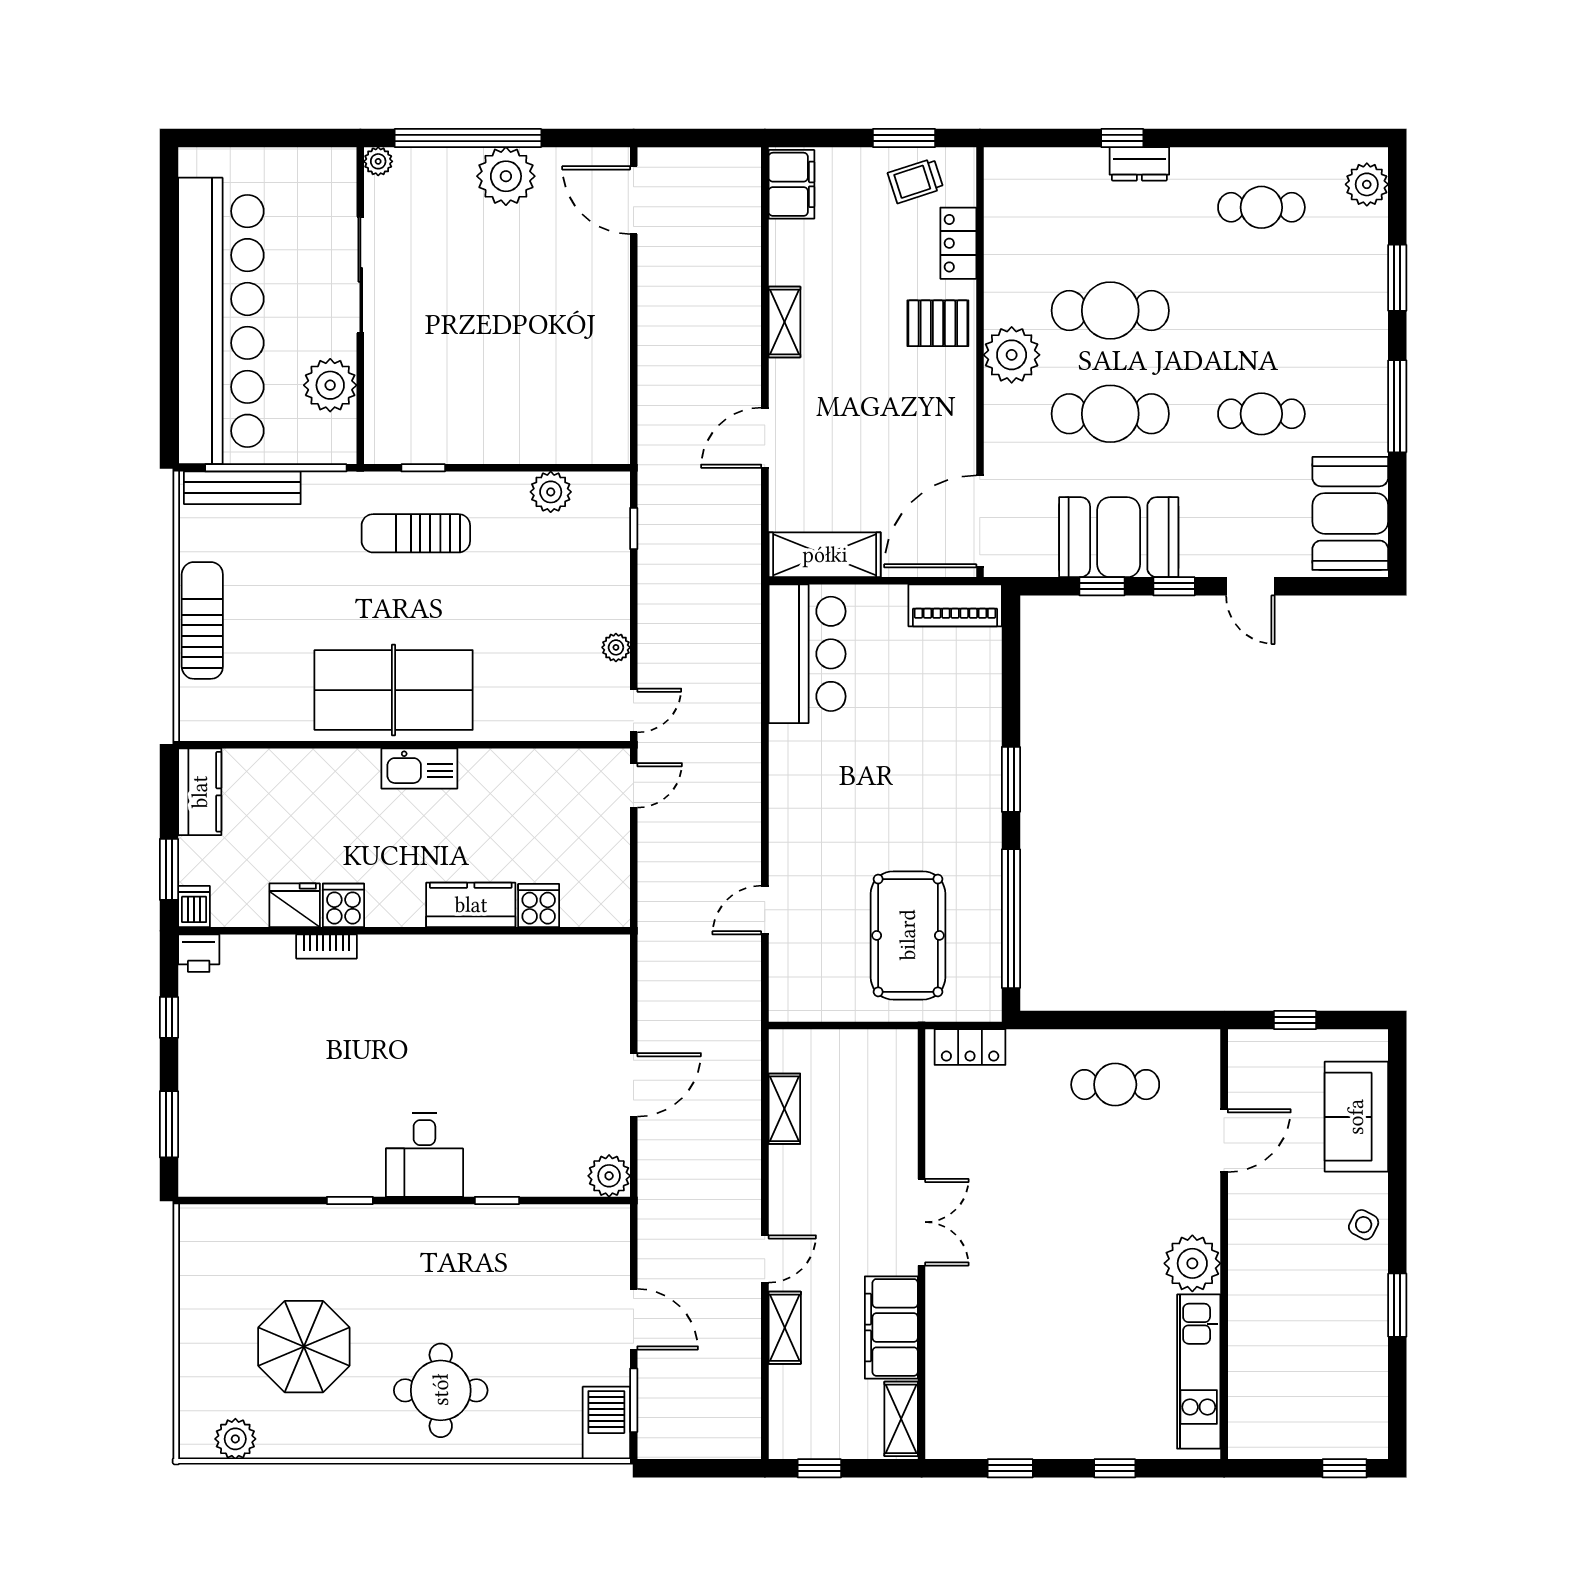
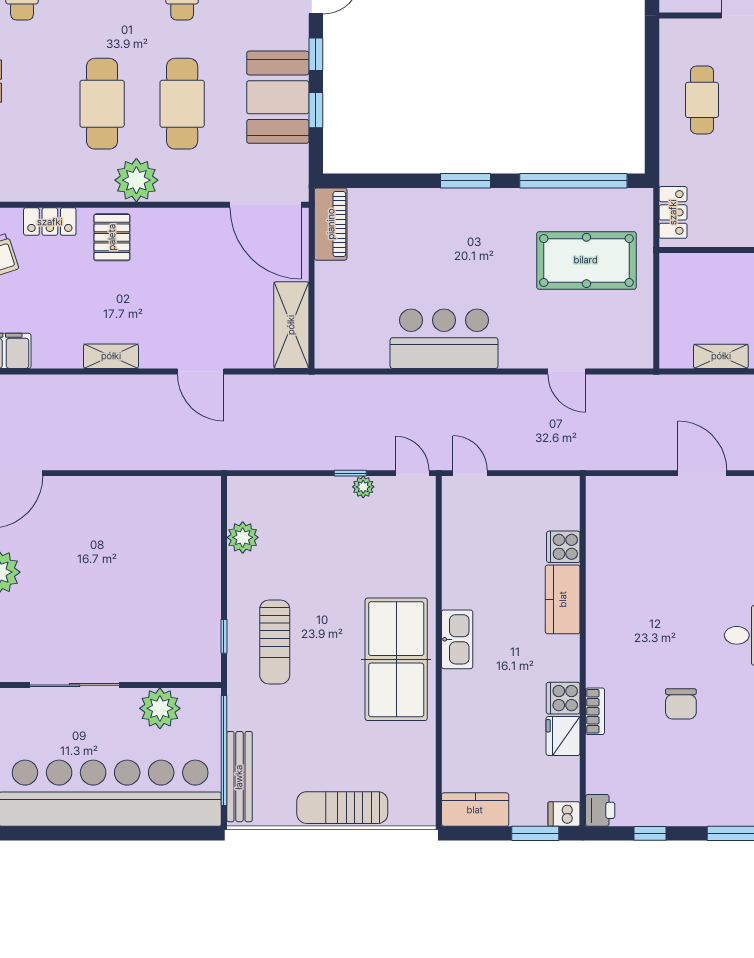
window: (634, 529) -> (350, 473), moved
bar counter: (807, 654) -> (444, 339), moved
chair: (336, 1057) -> (681, 704), added

